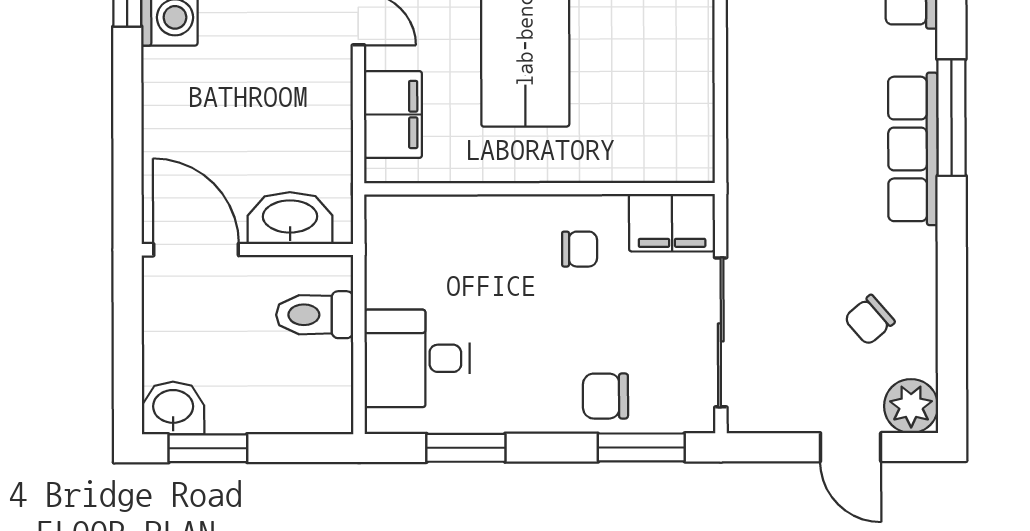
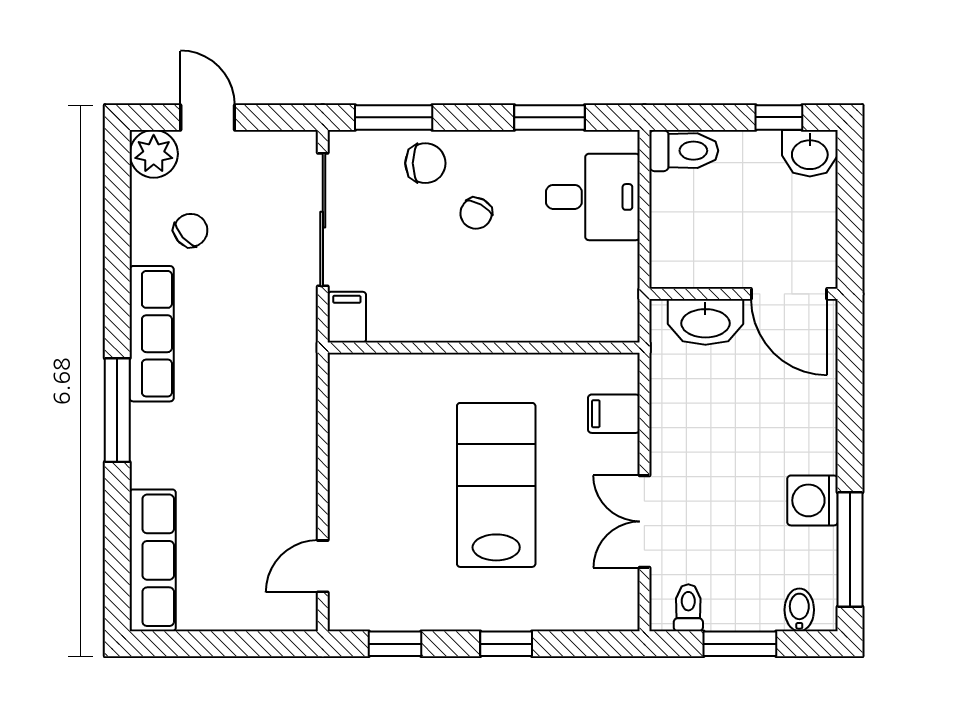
filing cabinet: (393, 115) -> (614, 414), width x0.50
row of seats: (913, 149) -> (152, 334), moved
filing cabinet: (672, 223) -> (347, 317), width x0.50
chair: (580, 249) -> (476, 213), moved, turned -61
toilet: (315, 315) -> (684, 151), moved
window: (208, 448) -> (779, 117), width x0.67

